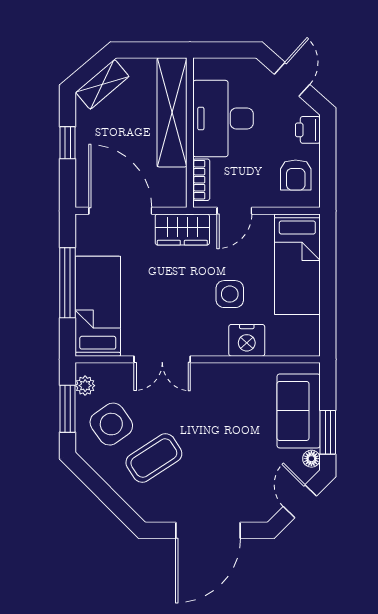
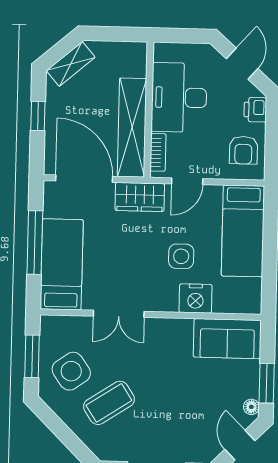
shelving: (172, 112) -> (132, 128), moved
plant: (85, 386) -> (48, 336), removed
sofa: (299, 411) -> (227, 339), moved, turned -90

